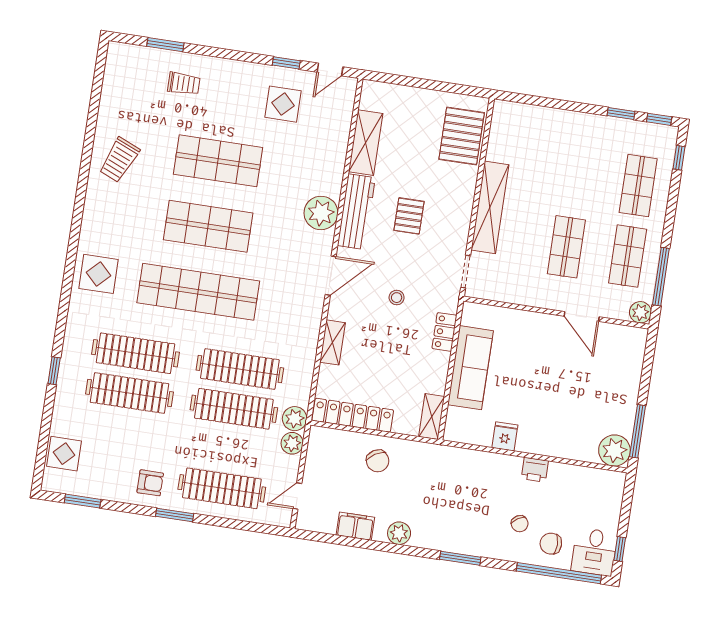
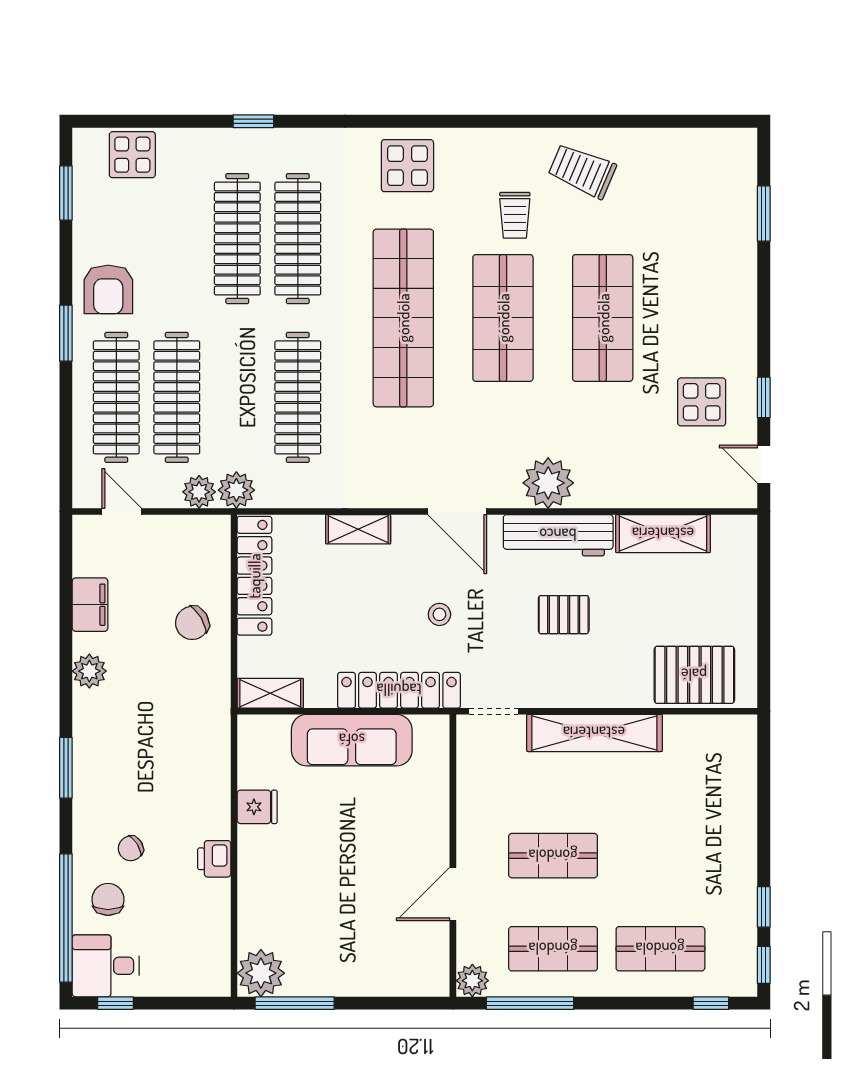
trolley: (184, 84) -> (515, 215), moved
locker: (444, 332) -> (399, 690), width x2.16, depth x1.21
clothes rail: (234, 409) -> (177, 397), moved
armchair: (150, 483) -> (108, 289), width x1.38, depth x1.38

